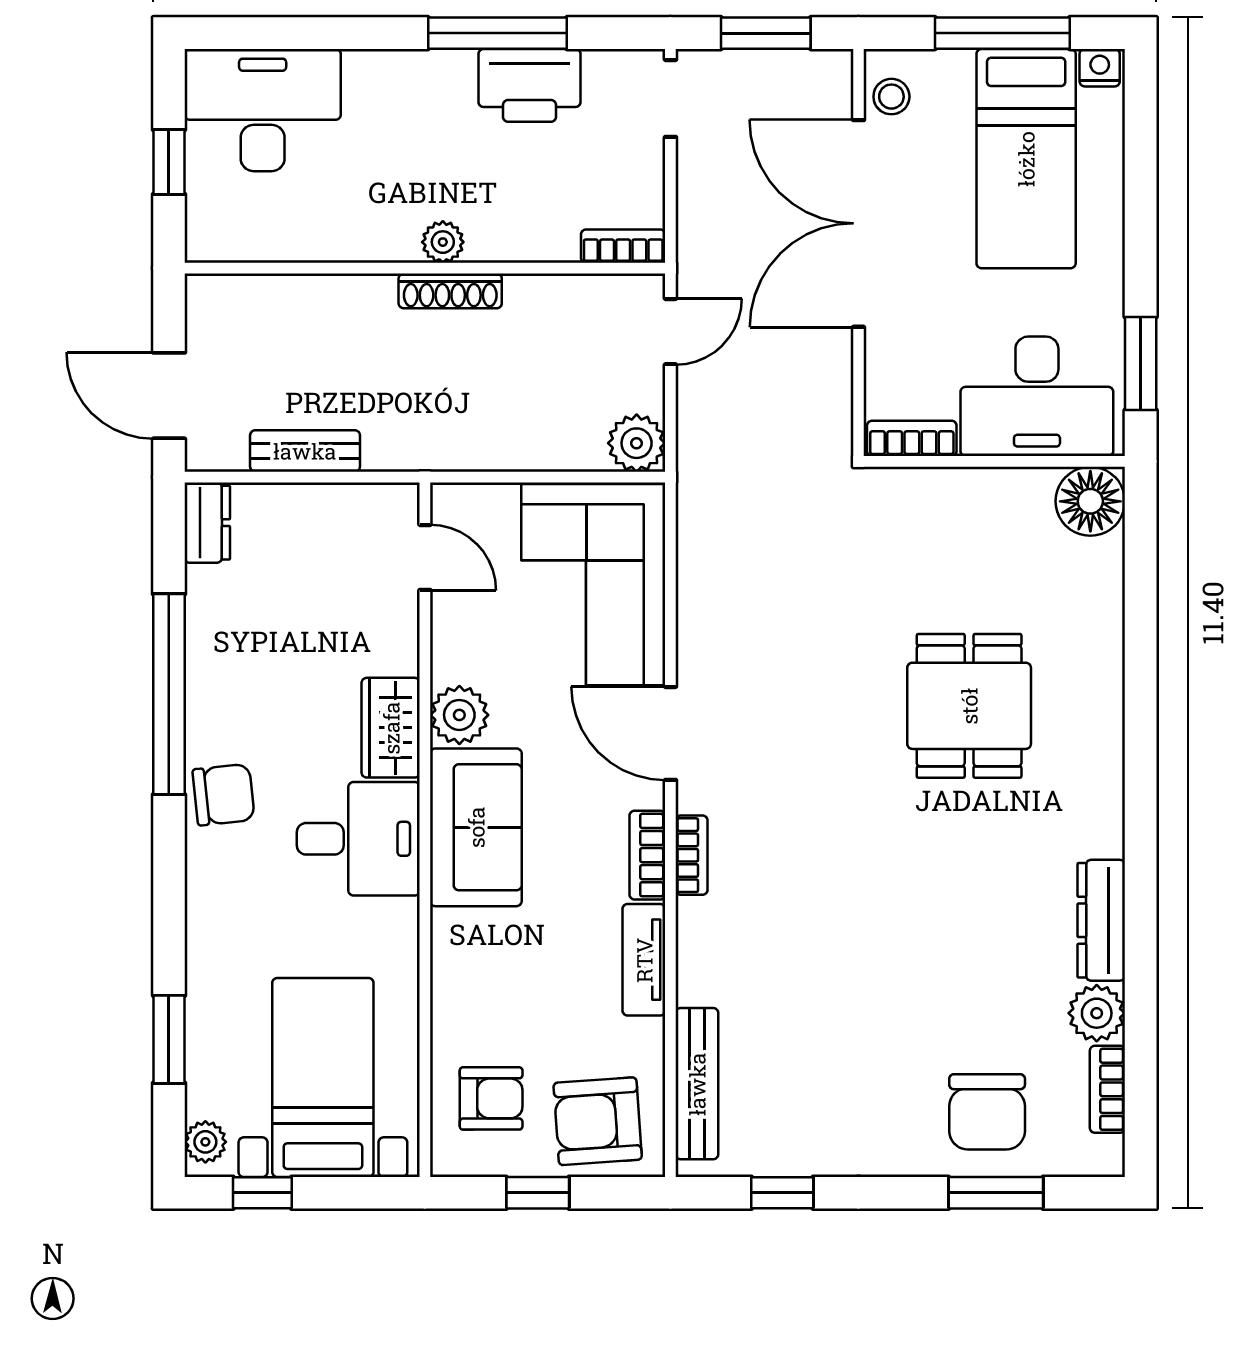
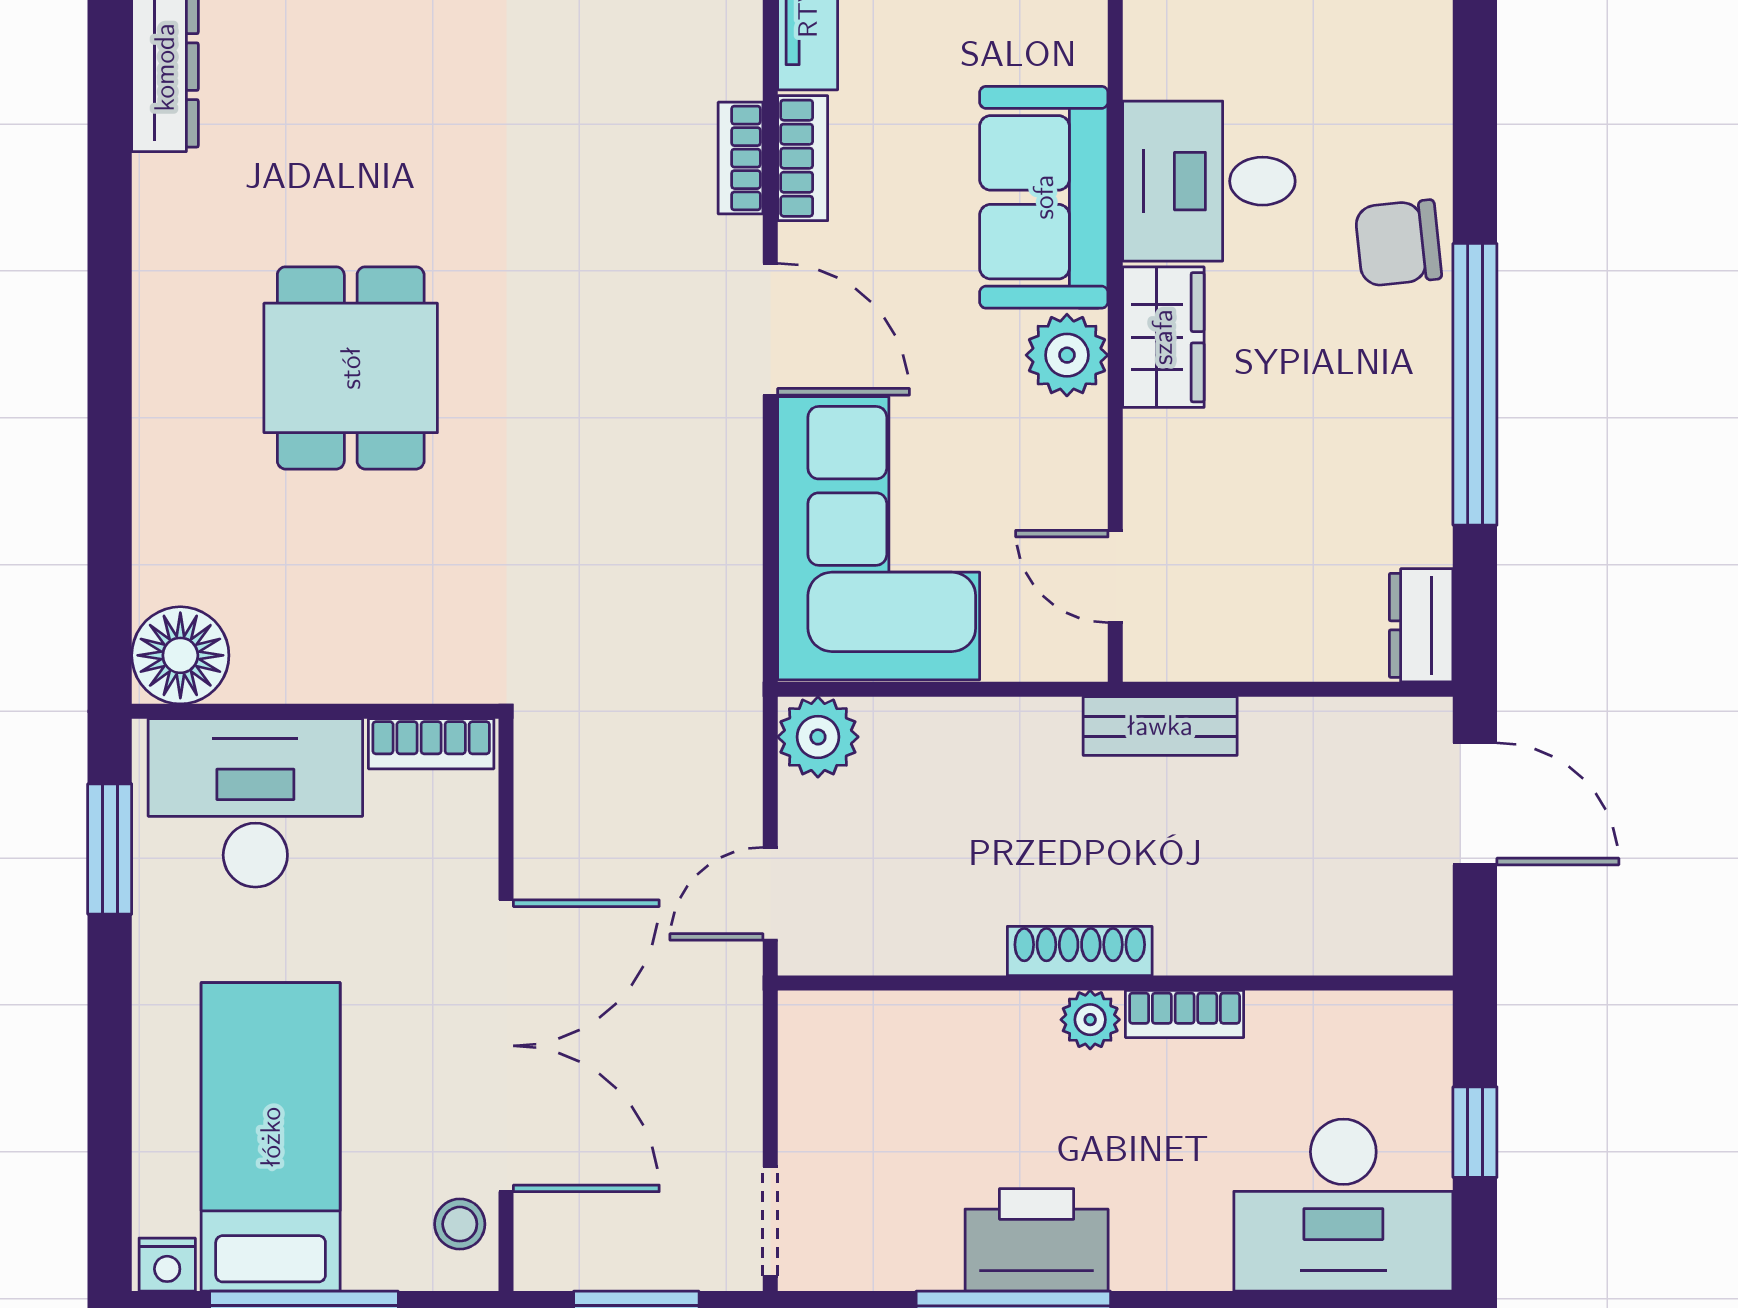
printer: (530, 85) -> (1037, 1240), moved
bookcase: (623, 246) -> (1185, 1014), moved
bench: (305, 451) -> (1160, 726), moved

